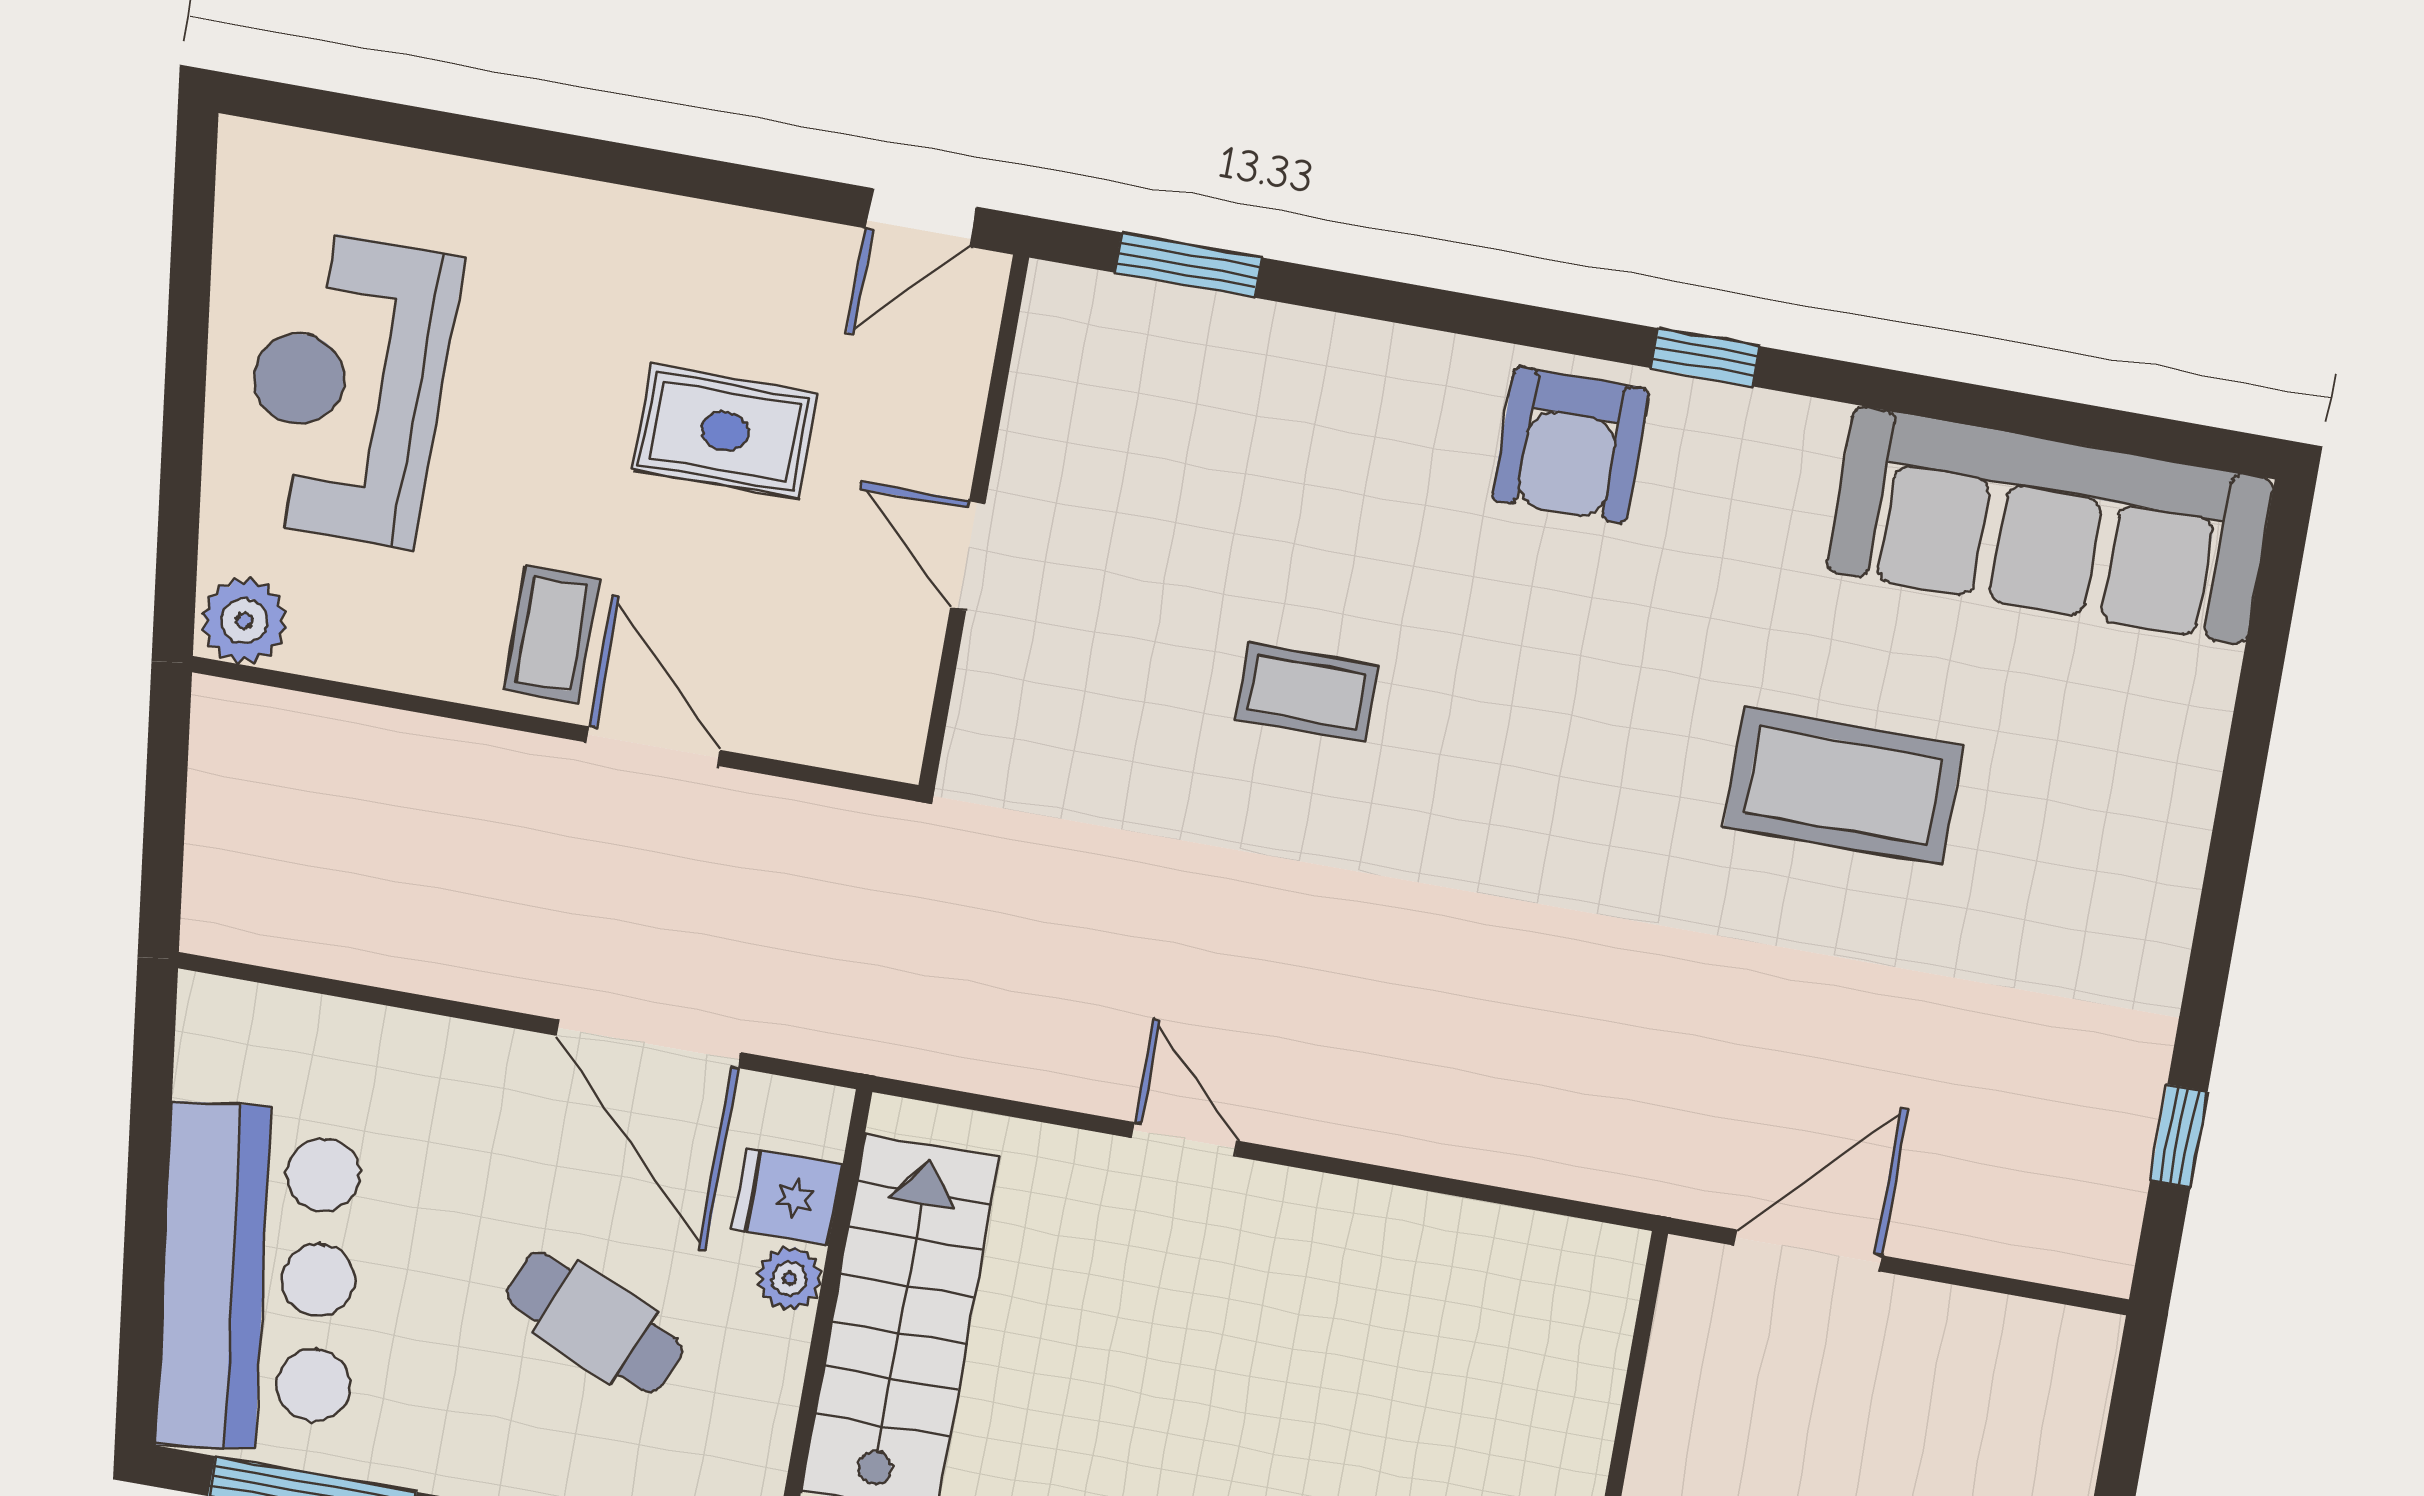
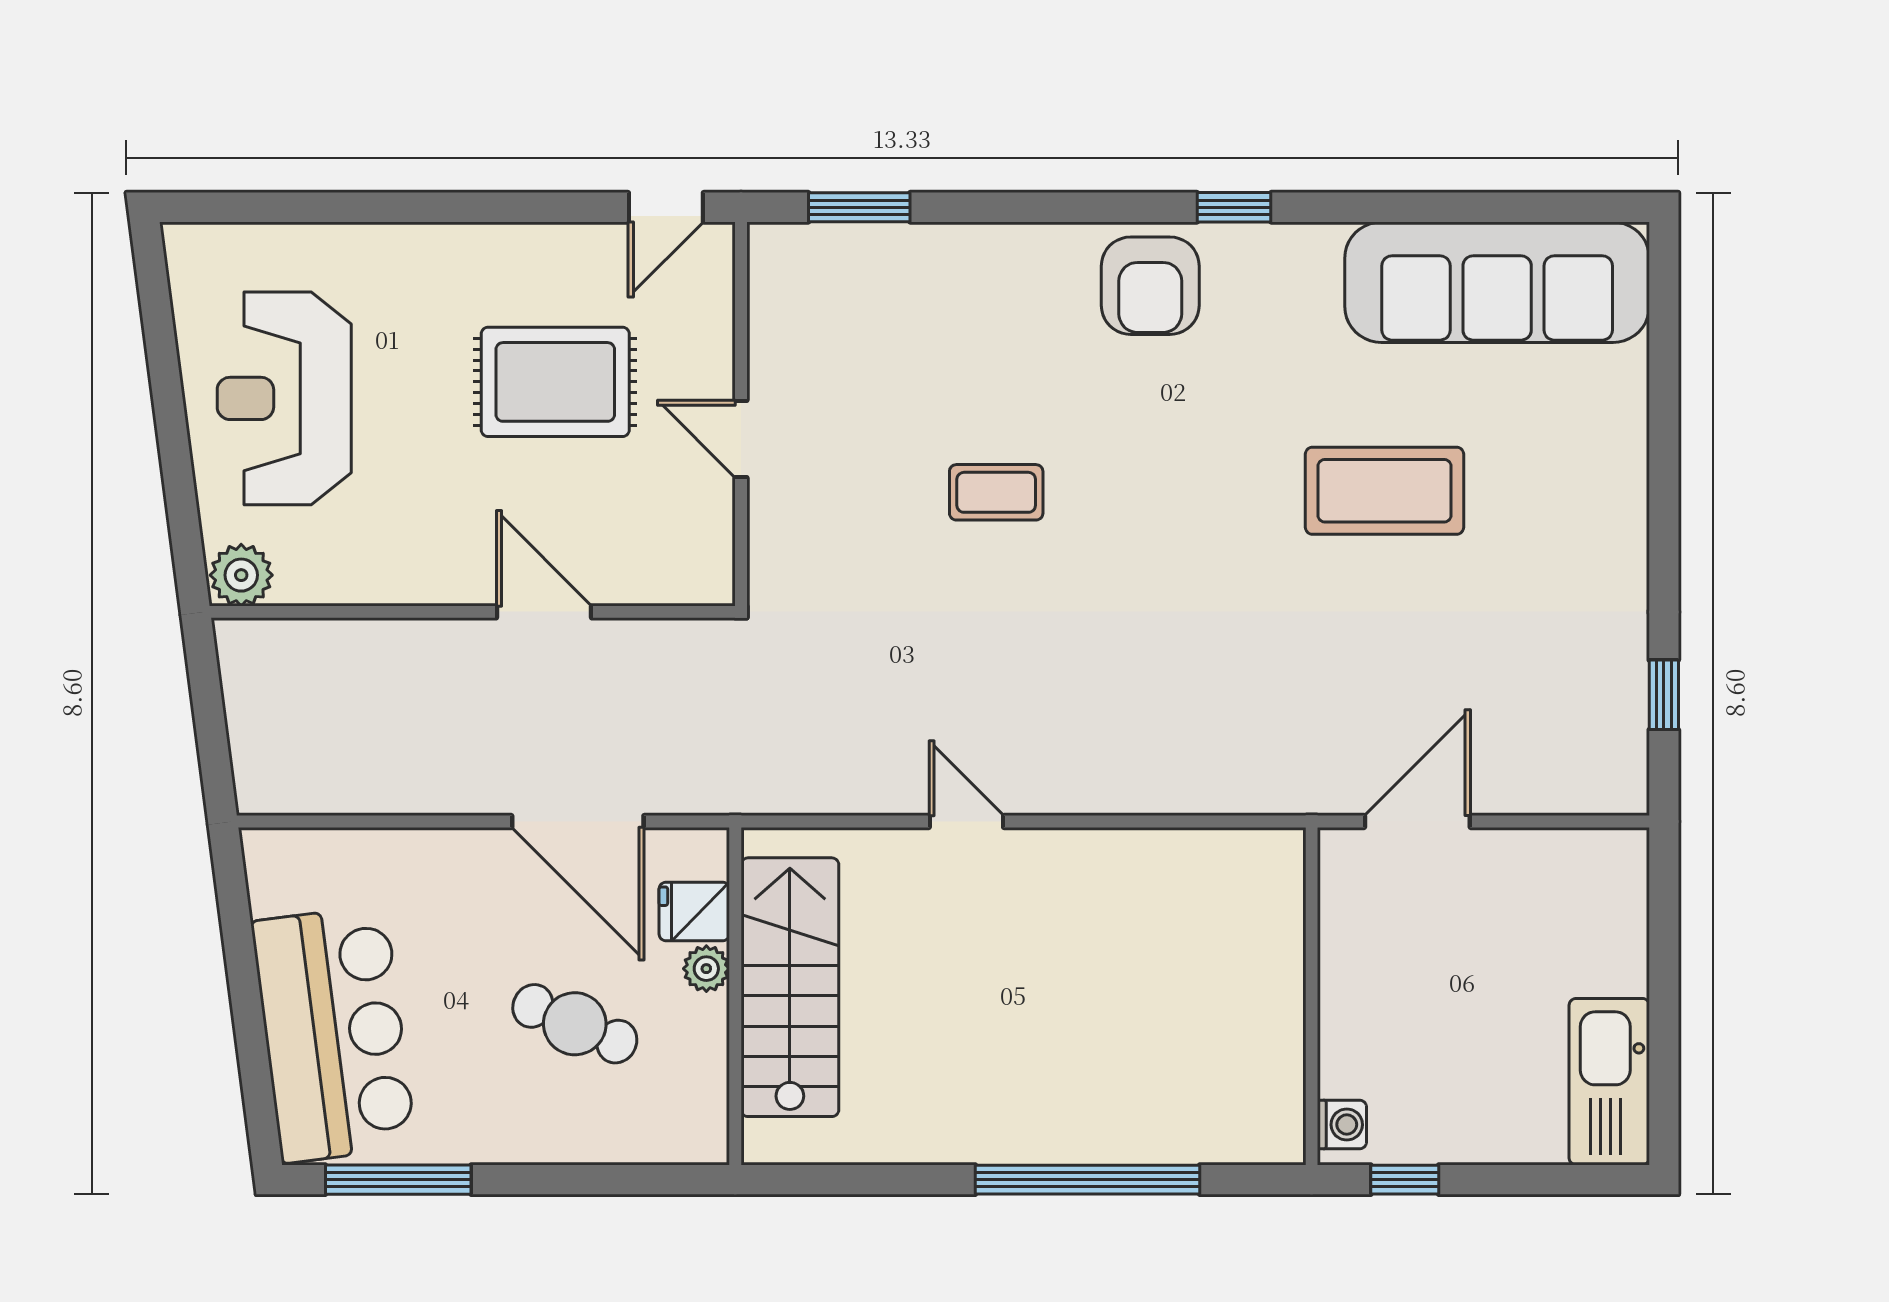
rug: (725, 431) -> (555, 382), width x1.36, depth x1.43
coffee table: (552, 634) -> (459, 546), removed

